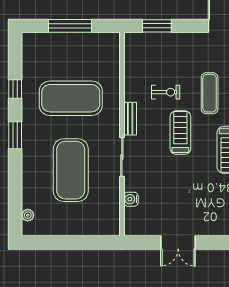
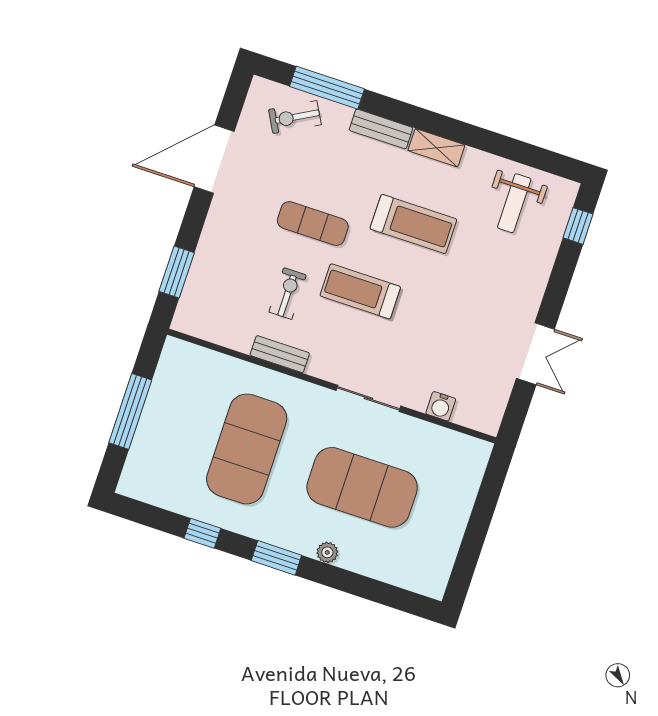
bench: (130, 119) -> (280, 354), moved
plant: (28, 215) -> (327, 552), moved

